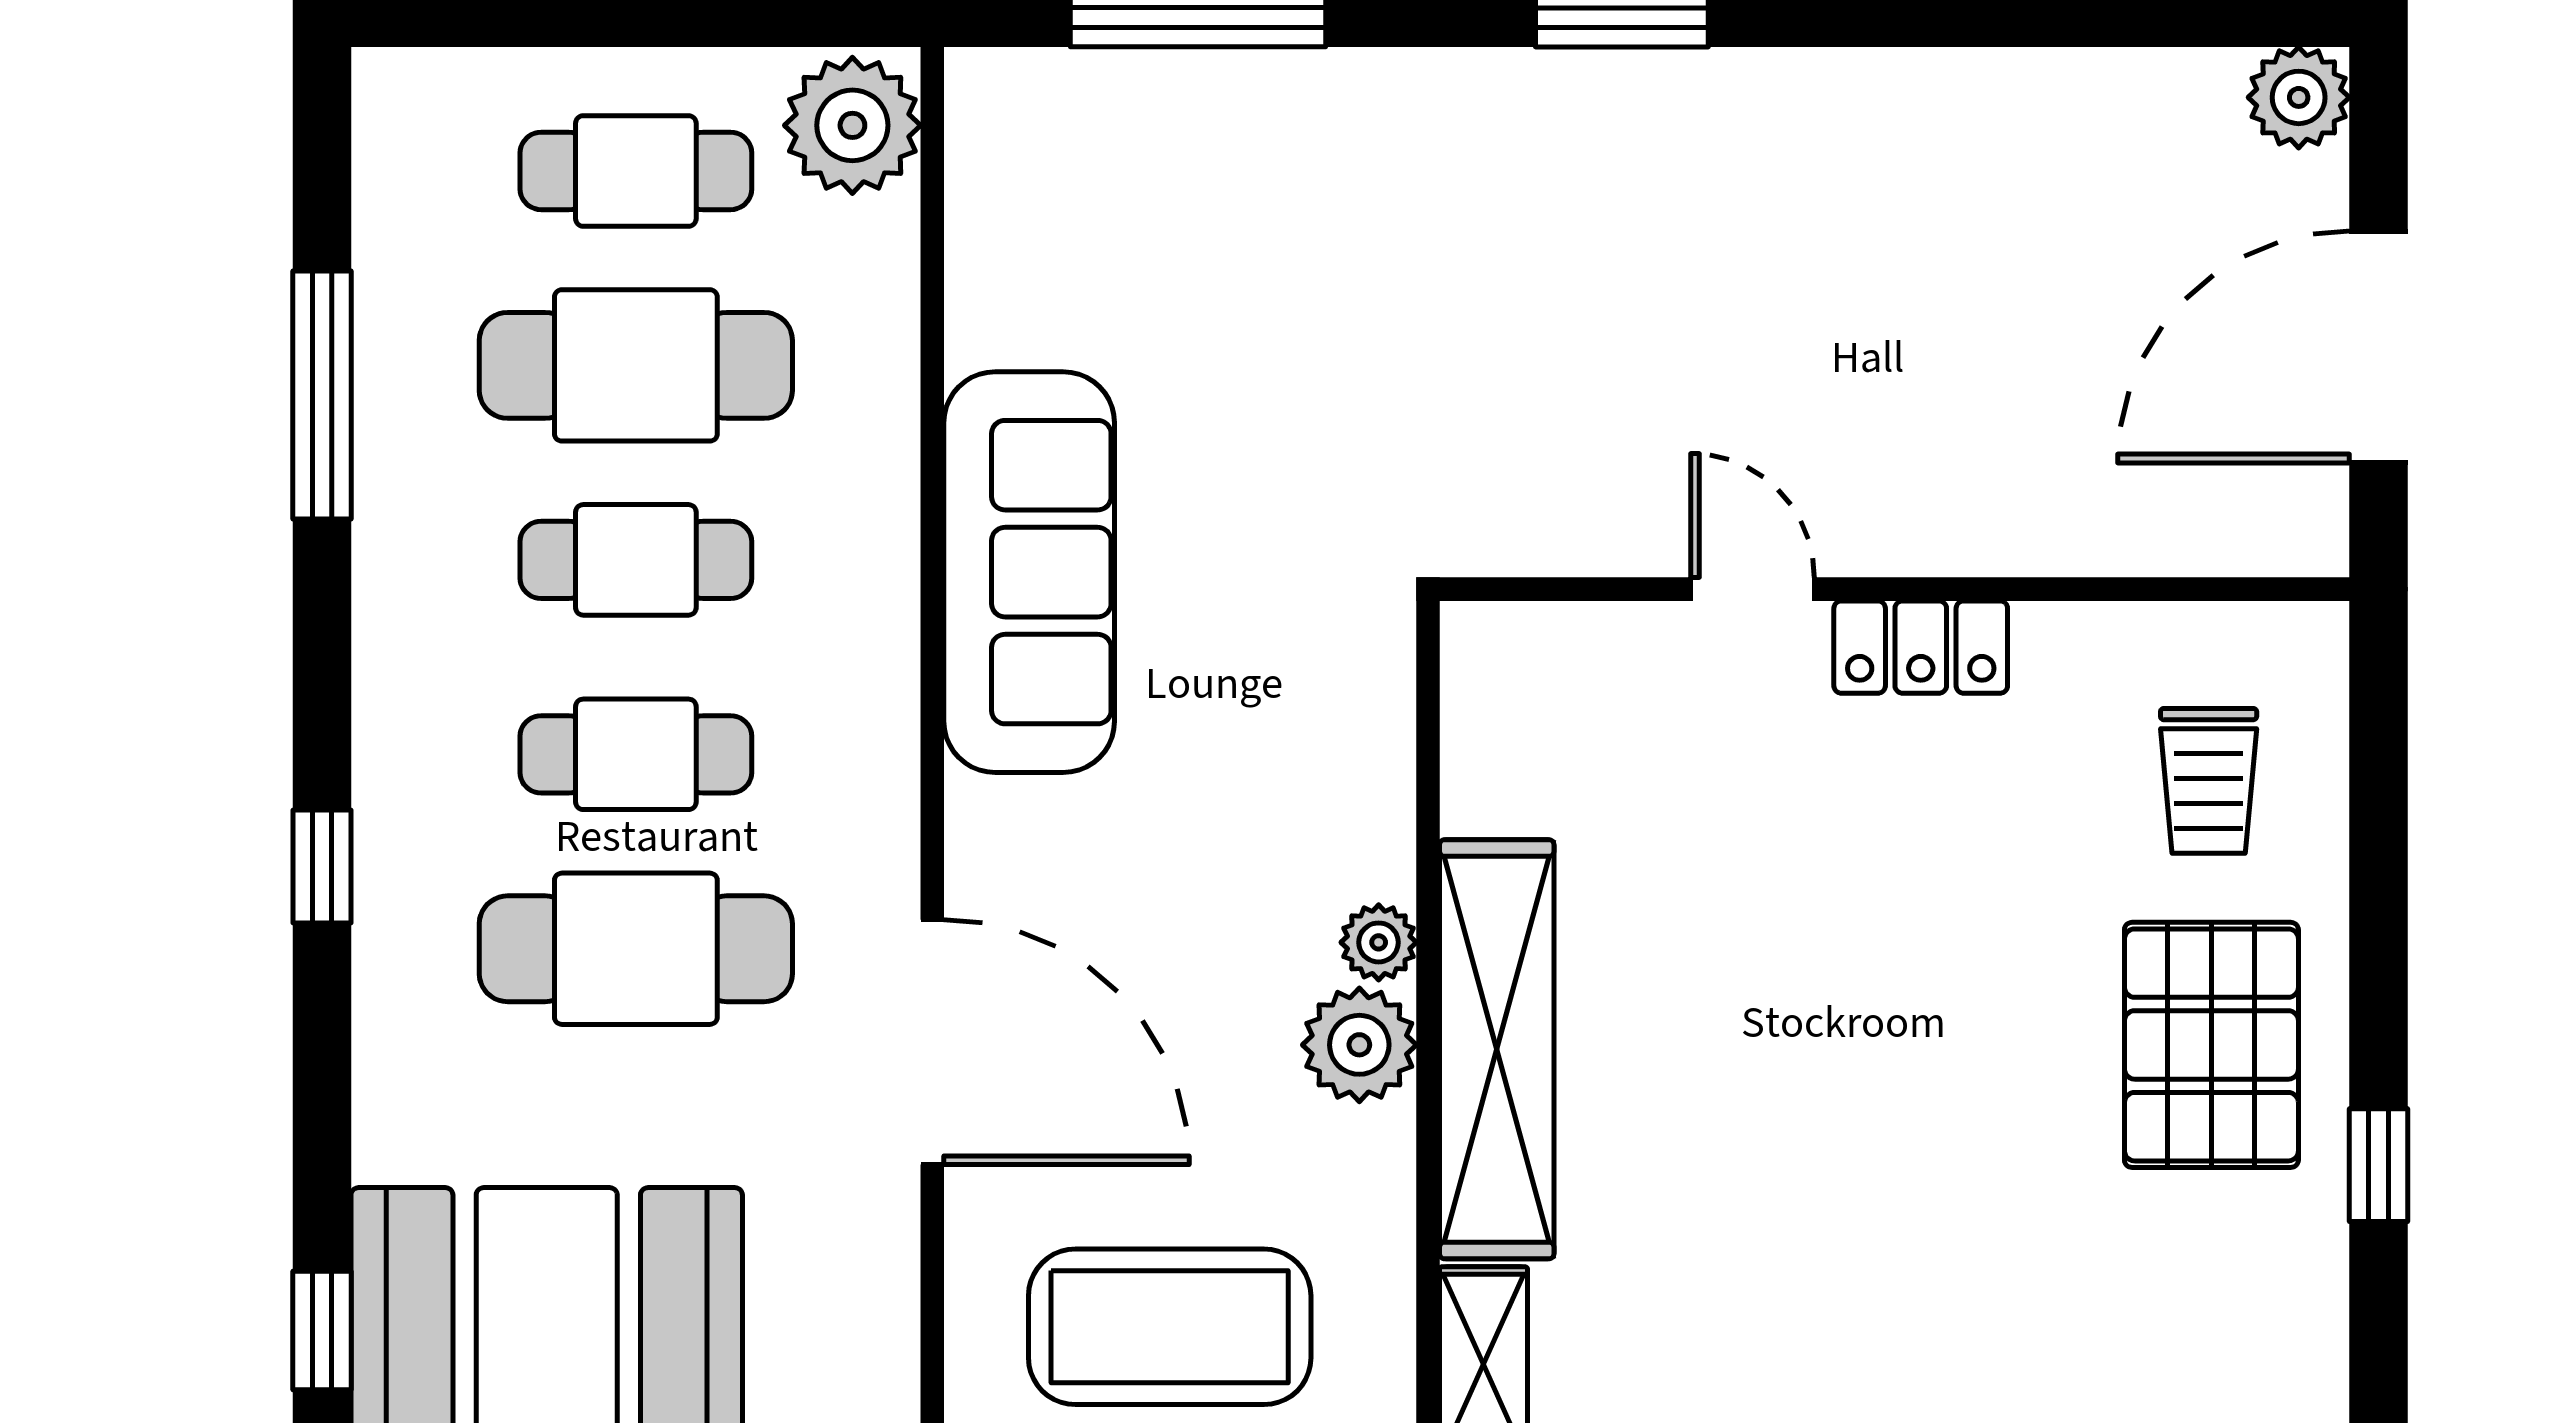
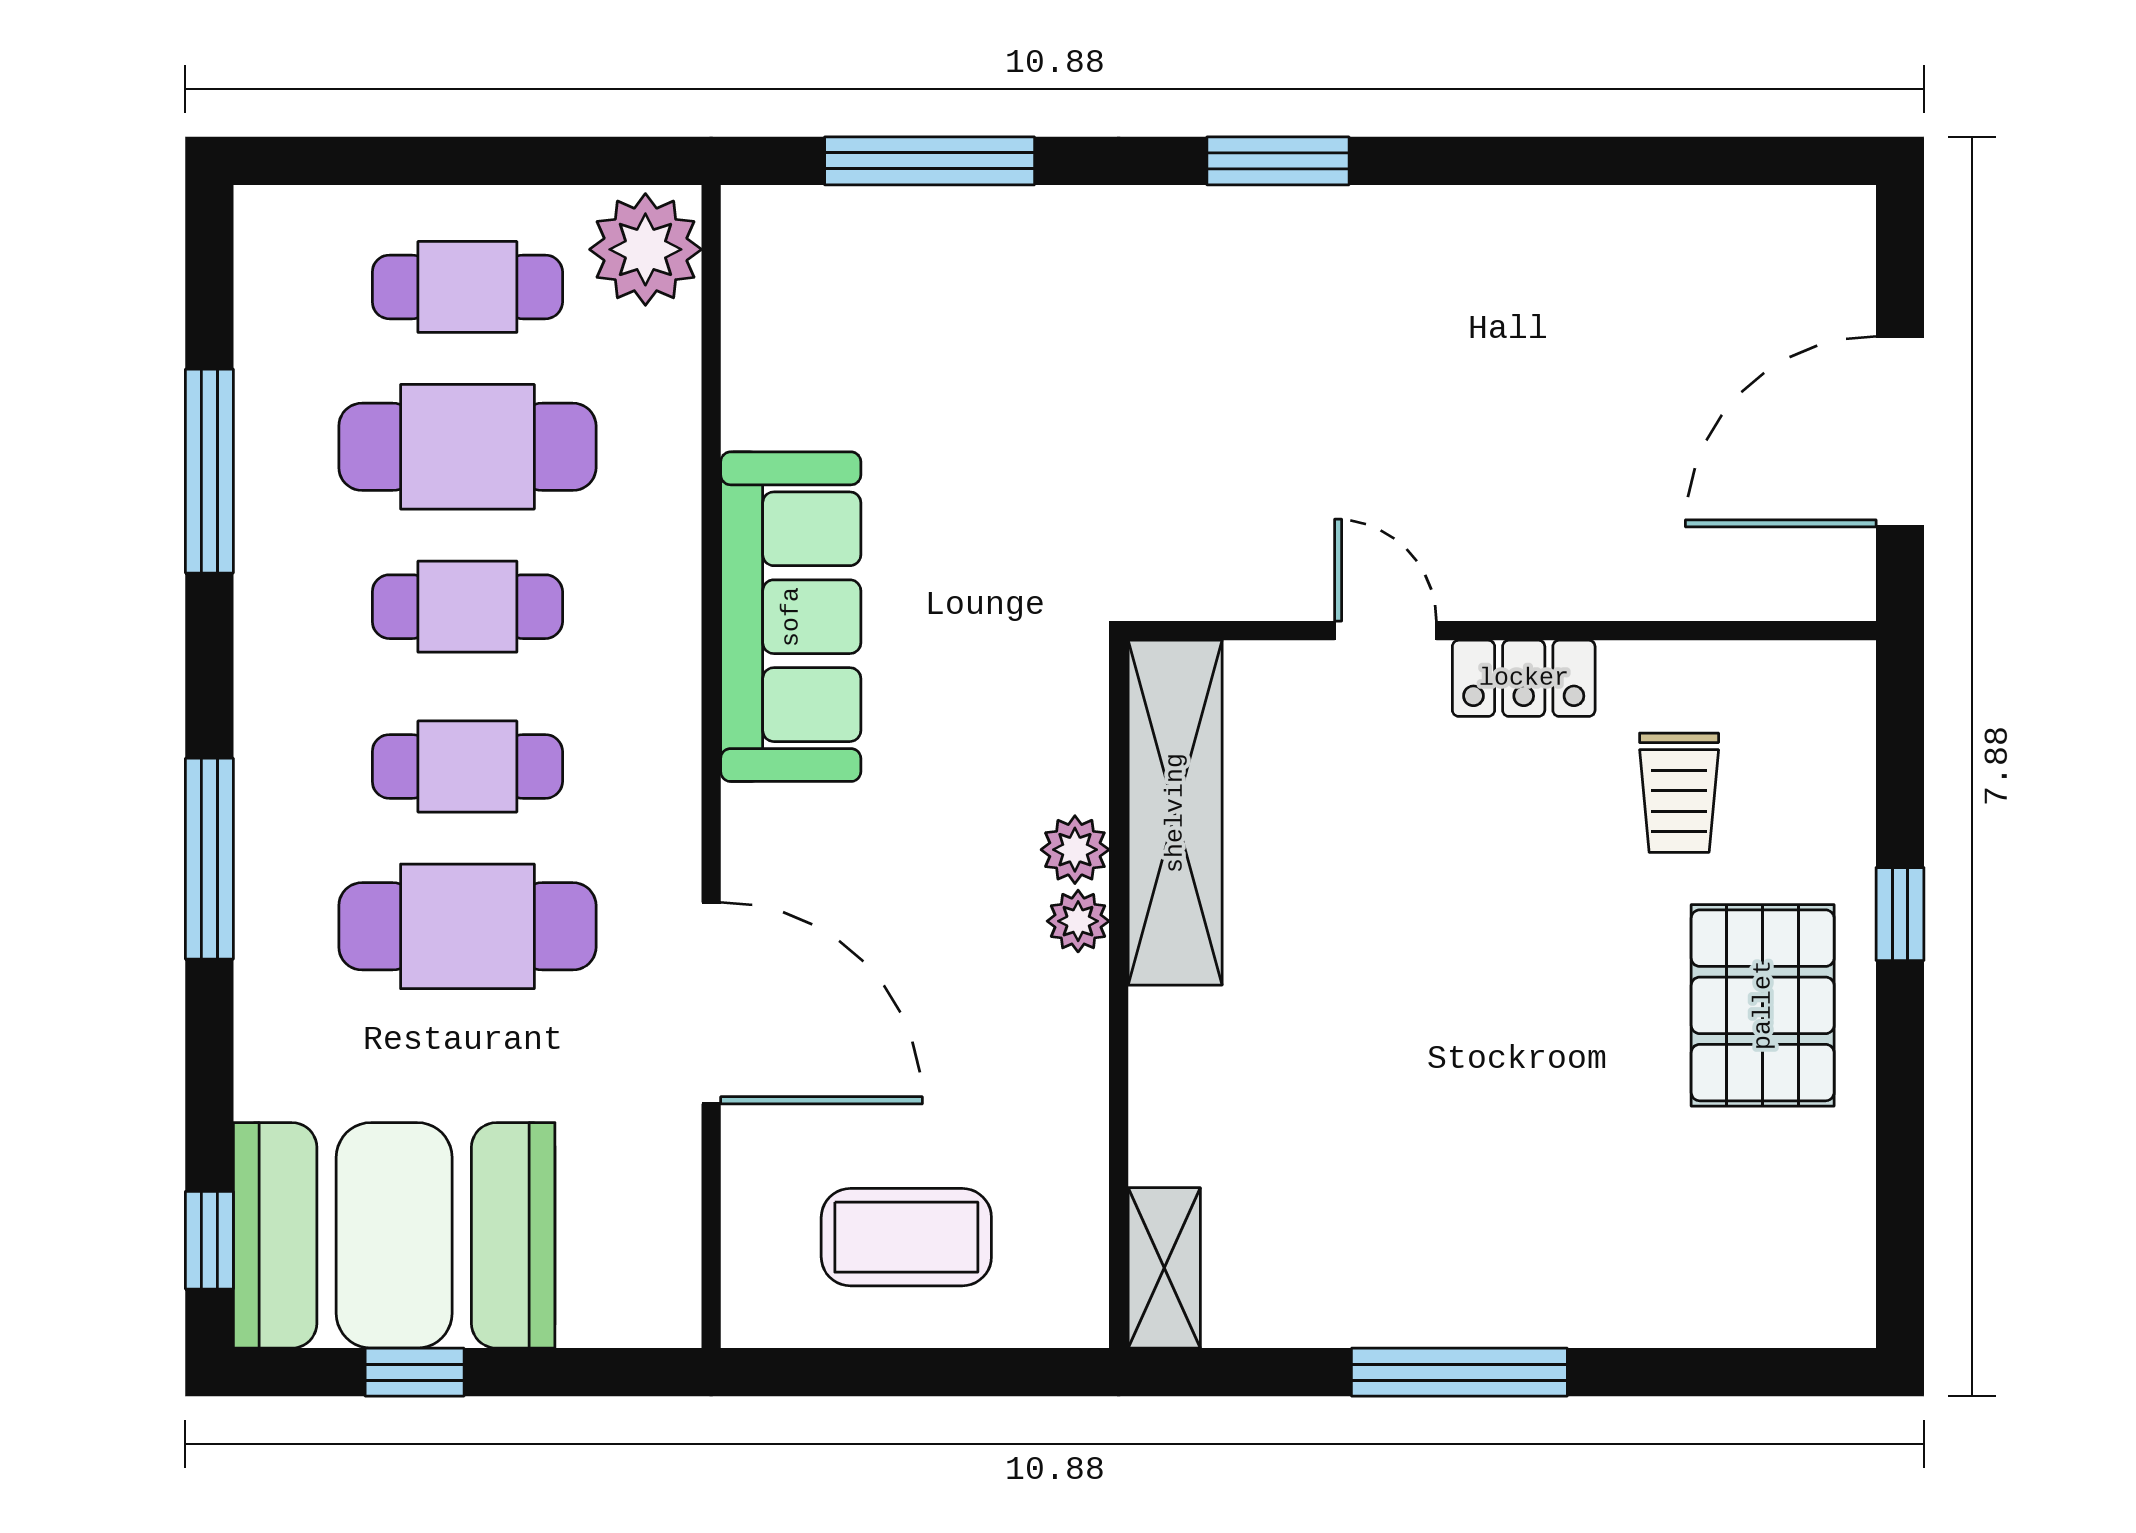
plant: (2299, 97) -> (1834, 226), removed
trolley: (2209, 781) -> (1679, 793), moved
window: (322, 866) -> (209, 859), width x2.17
plant: (1359, 1045) -> (1075, 850), moved, width x0.73, depth x0.73
shelving: (1497, 1049) -> (1175, 813), moved
window: (2378, 1165) -> (1900, 914), moved
coffee table: (1170, 1327) -> (906, 1237), width x0.73, depth x0.76

